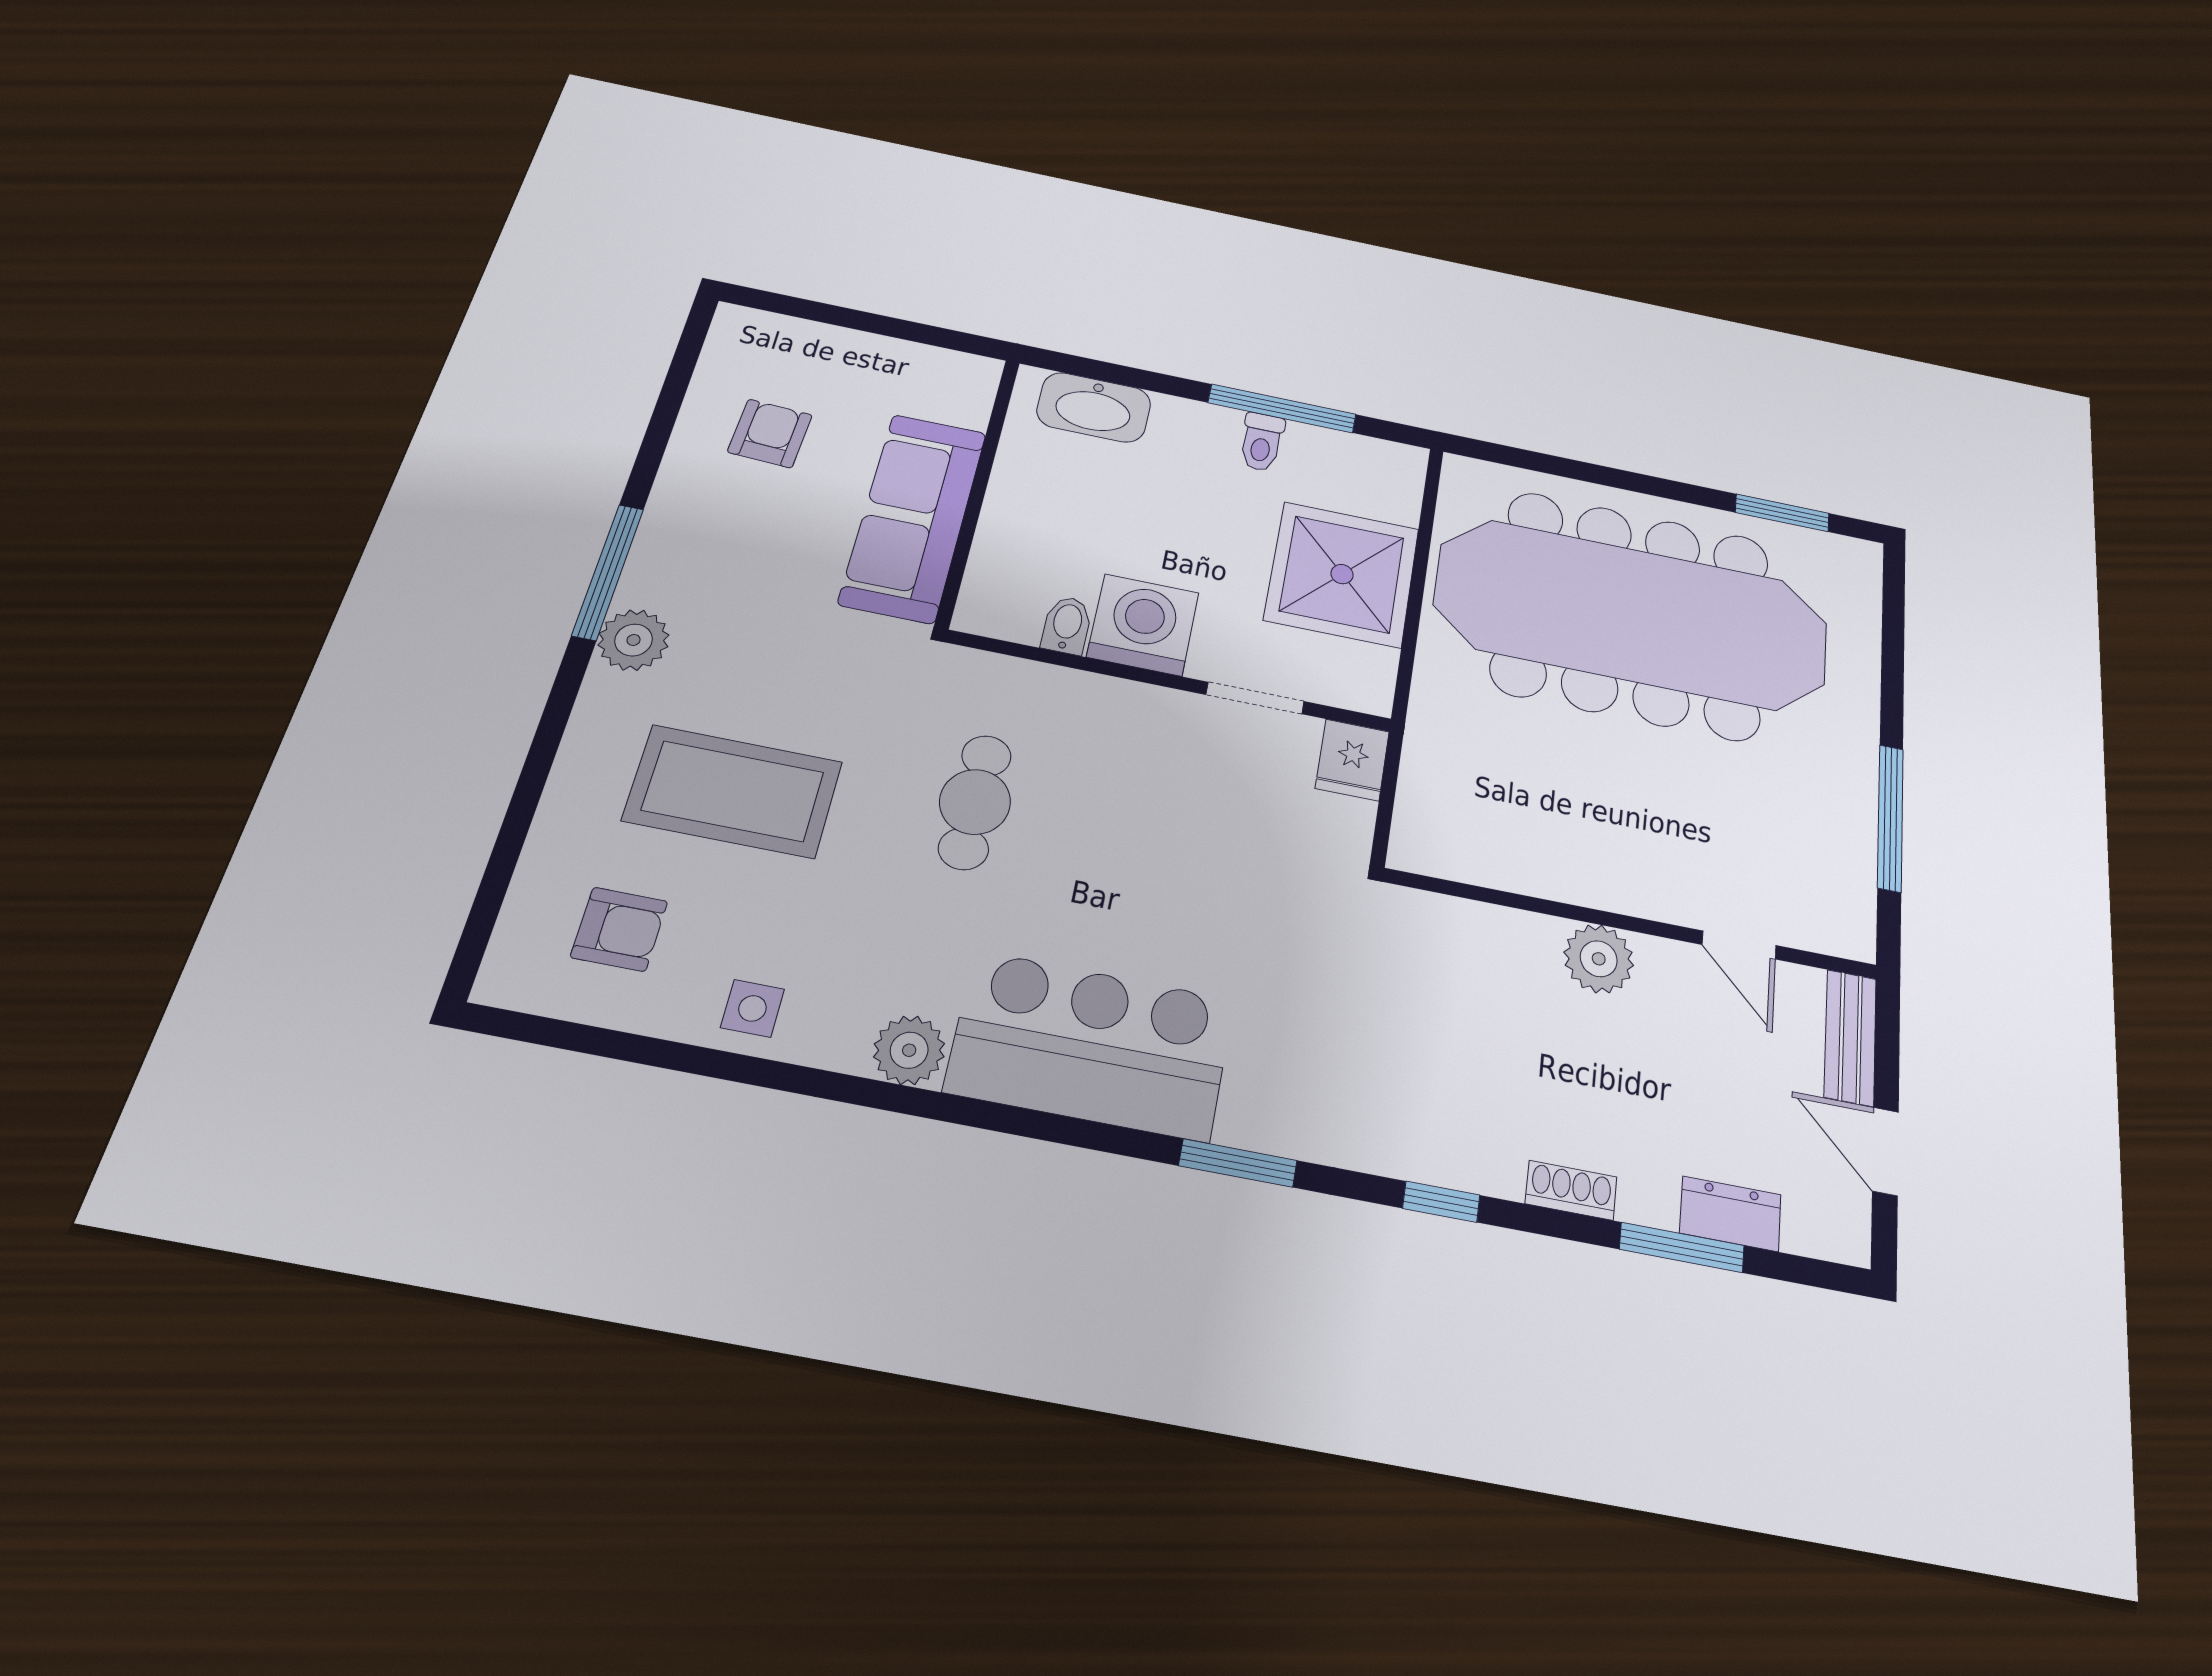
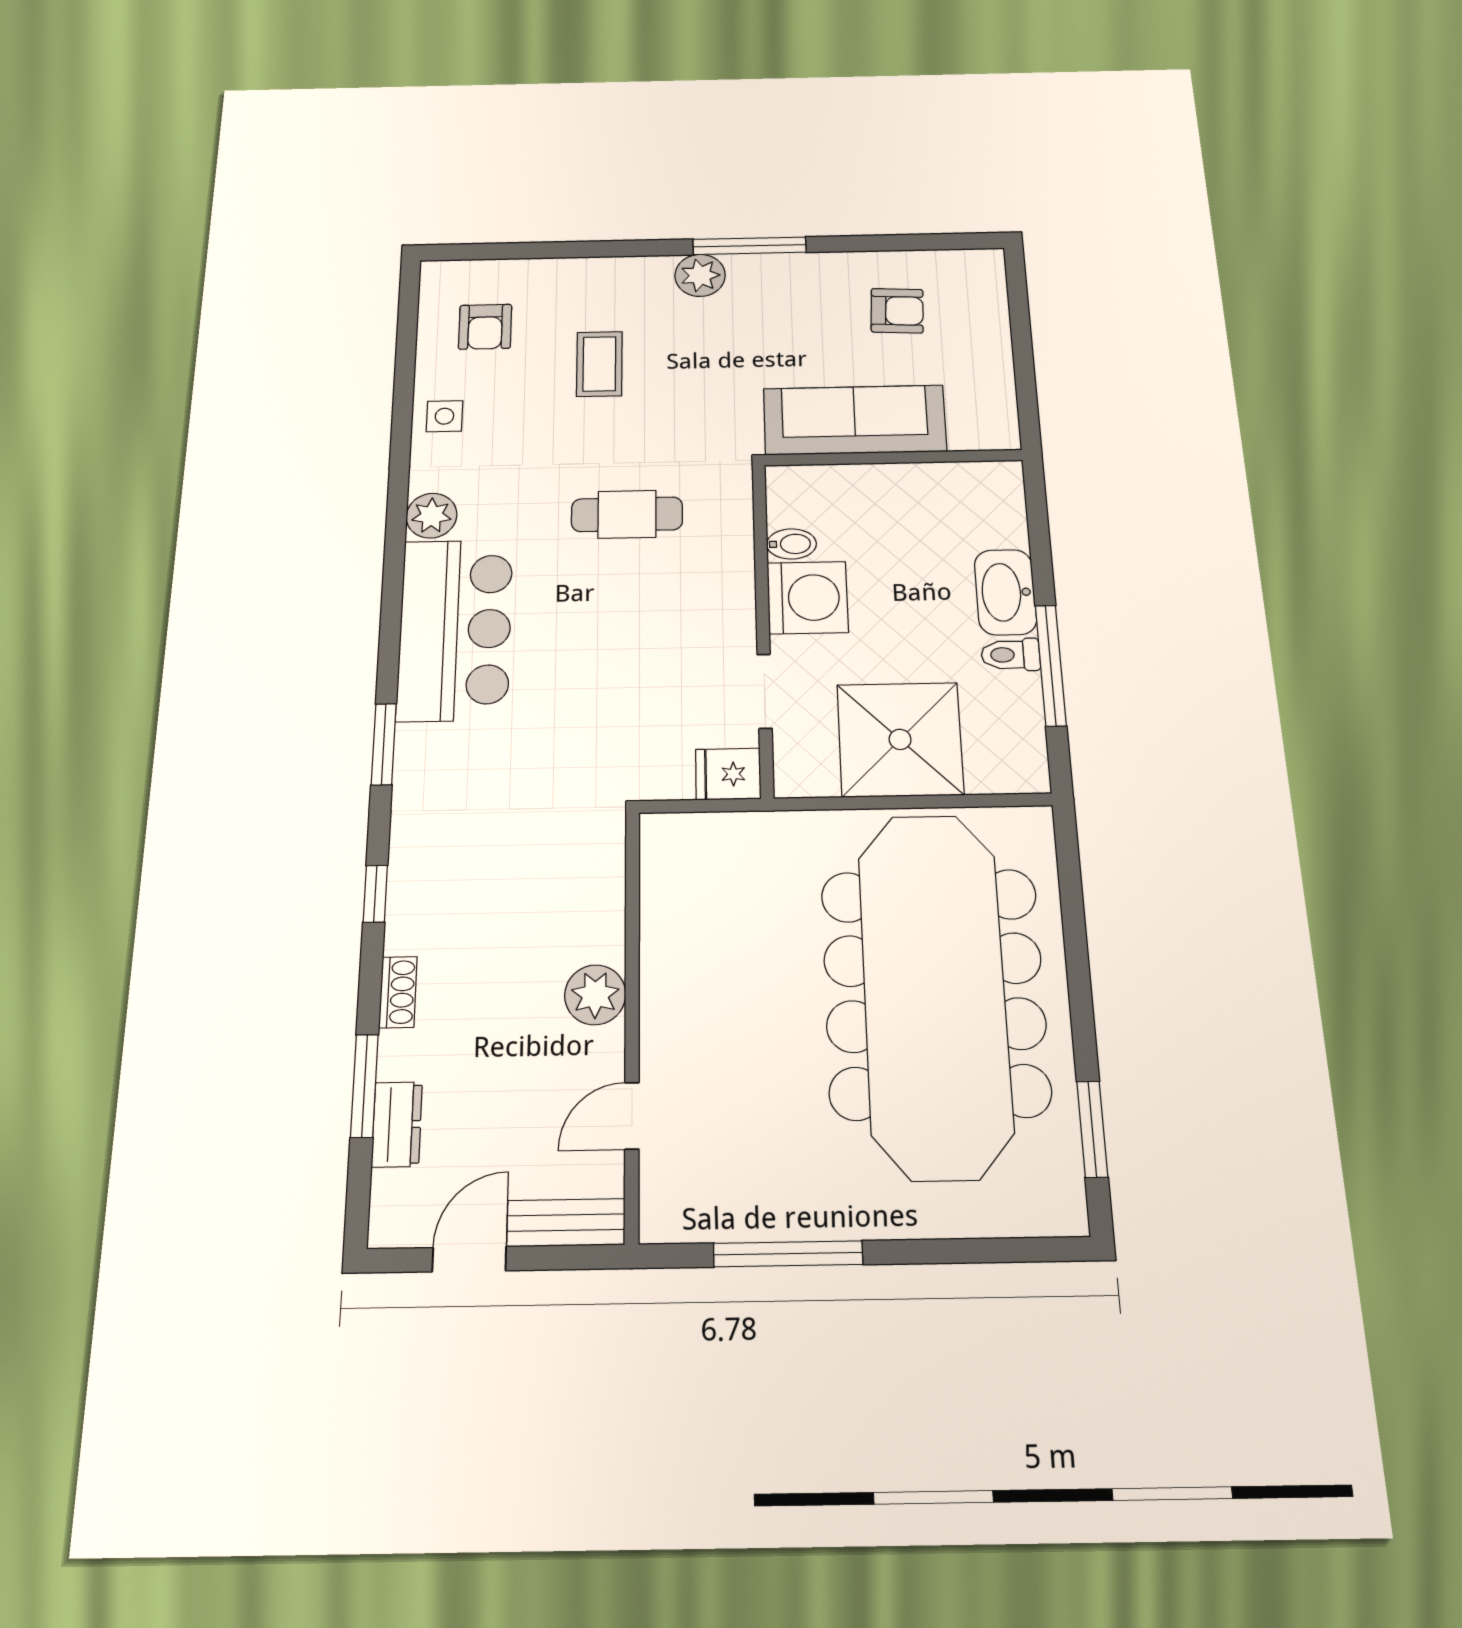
washbasin: (1094, 407) -> (1005, 592), moved
coffee table: (733, 791) -> (599, 364), width x0.54, depth x0.58

